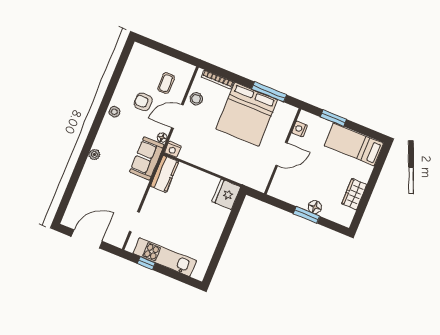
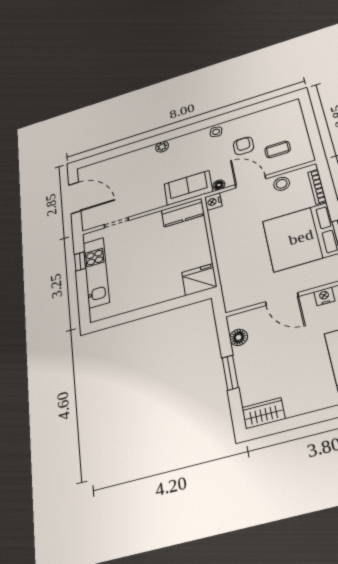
wardrobe: (354, 194) -> (263, 413), moved
floor lamp: (315, 207) -> (239, 337), moved

